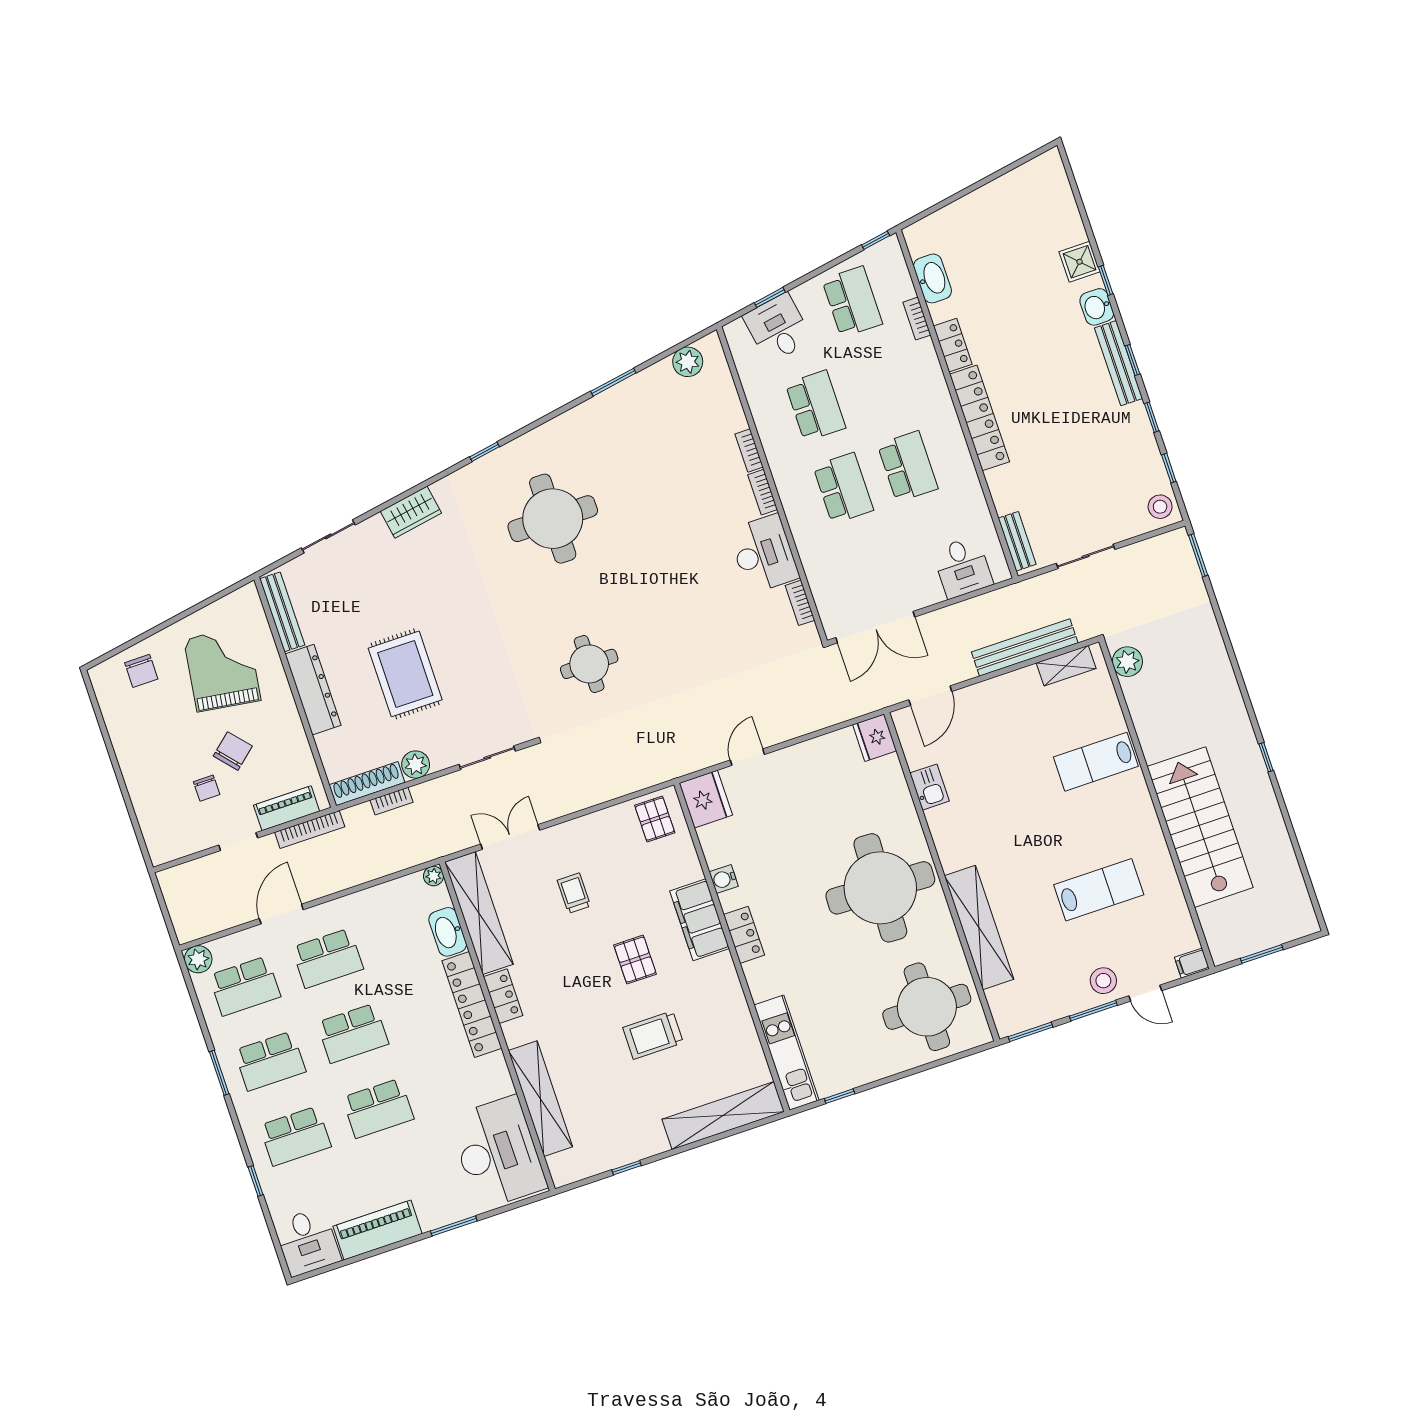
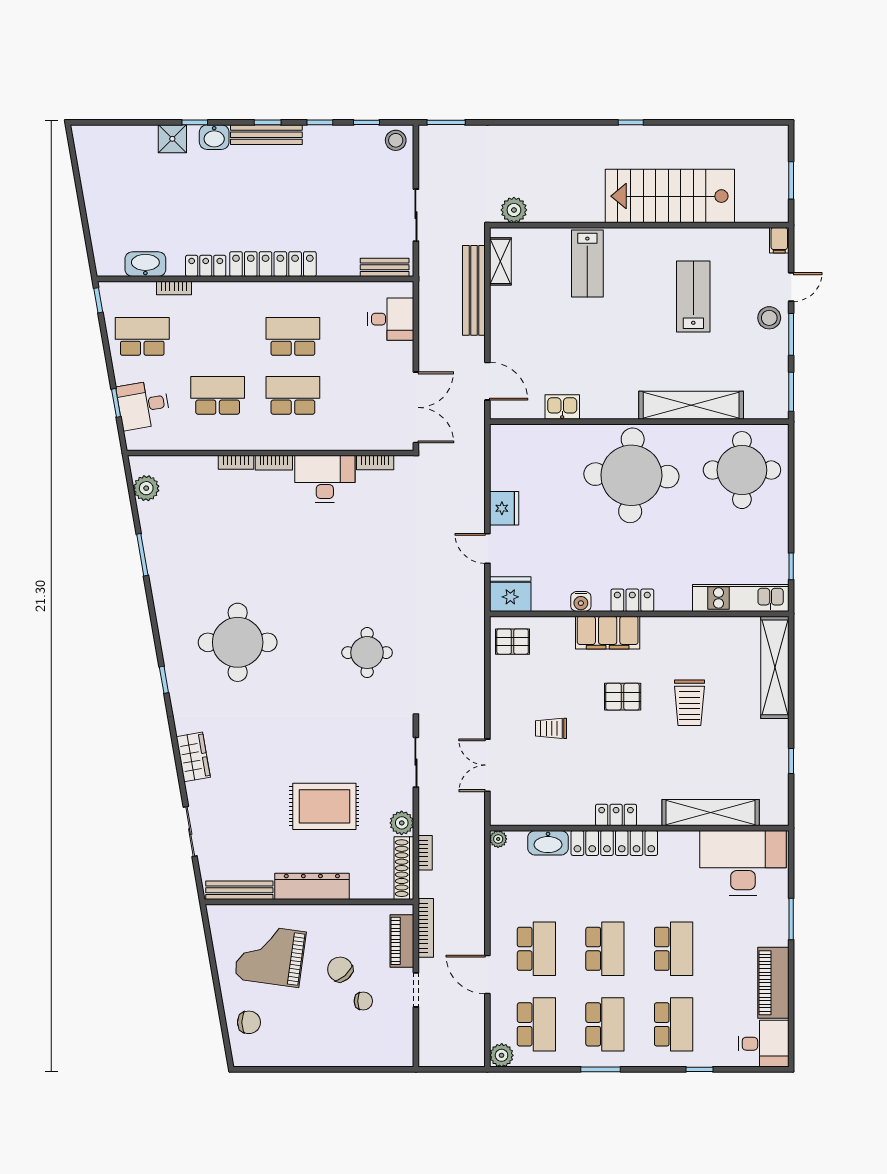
fridge: (875, 738) -> (504, 508), moved, turned -90
shelving: (479, 913) -> (541, 812), removed

